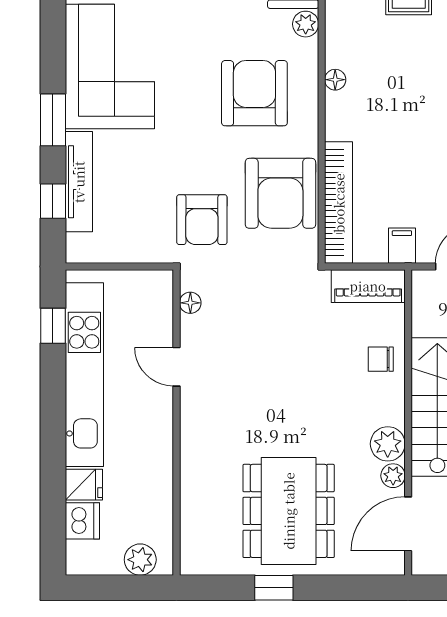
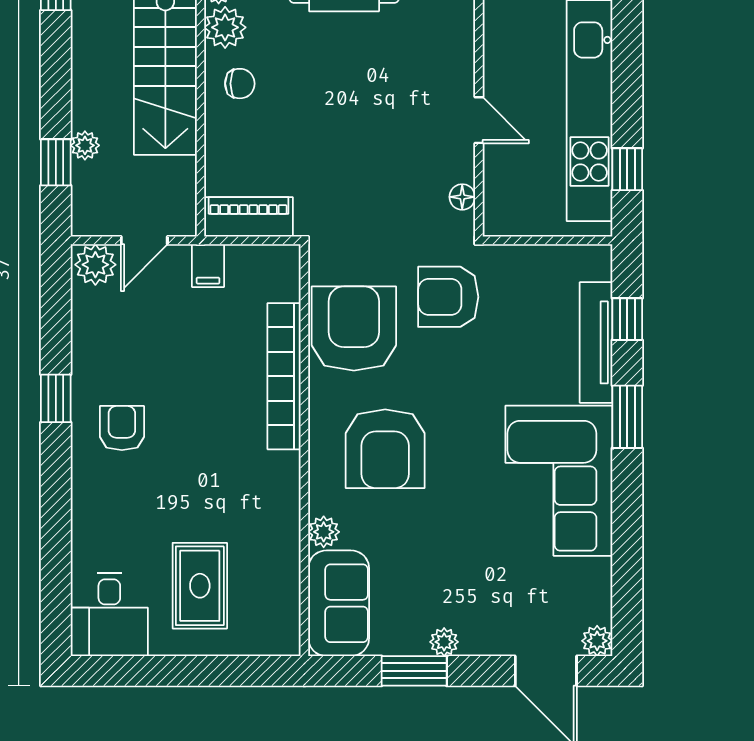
floor lamp: (335, 80) -> (288, 465), removed
bookcase: (339, 203) -> (284, 376), moved
armchair: (202, 220) -> (448, 297), turned -90
chair: (381, 359) -> (240, 84), moved

